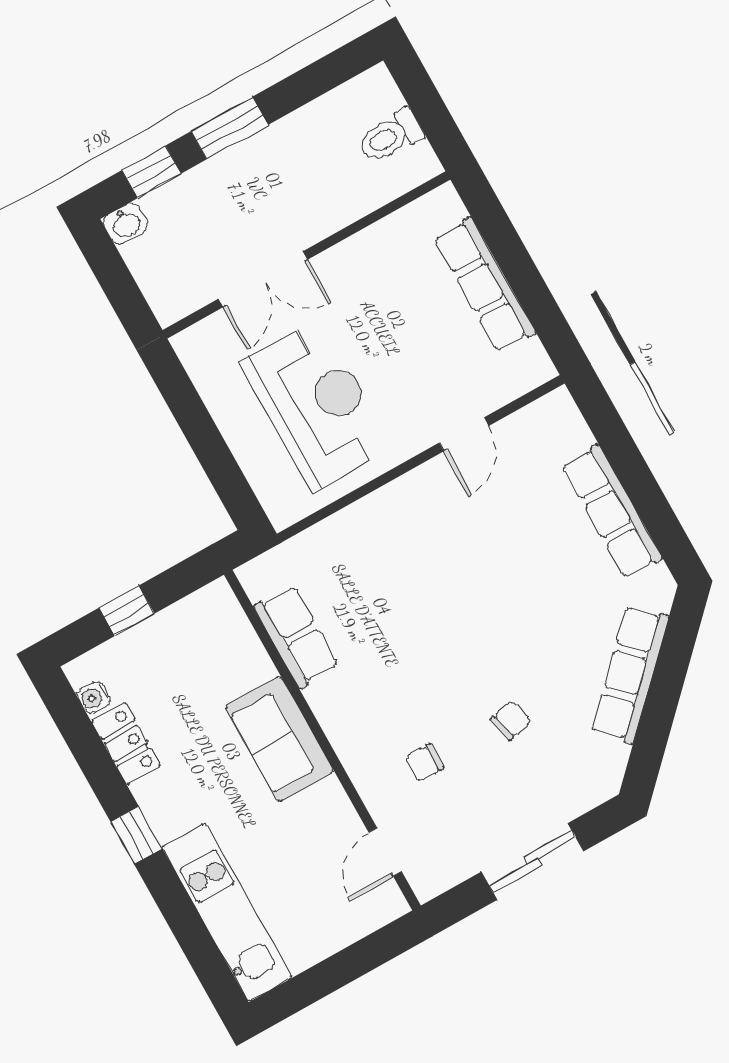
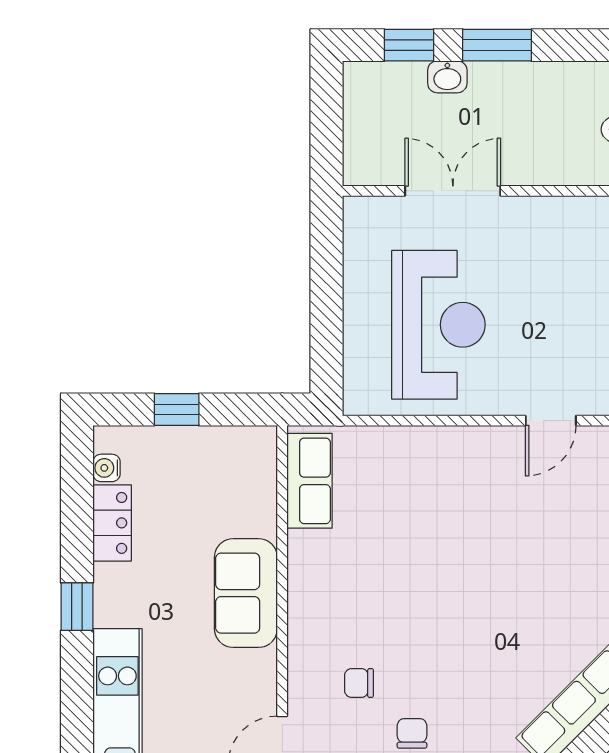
washbasin: (126, 223) -> (447, 77), moved
double door: (263, 279) -> (453, 191), swing flipped
row of seats: (296, 636) -> (309, 481), moved
chair: (511, 721) -> (412, 733), moved, turned -77

